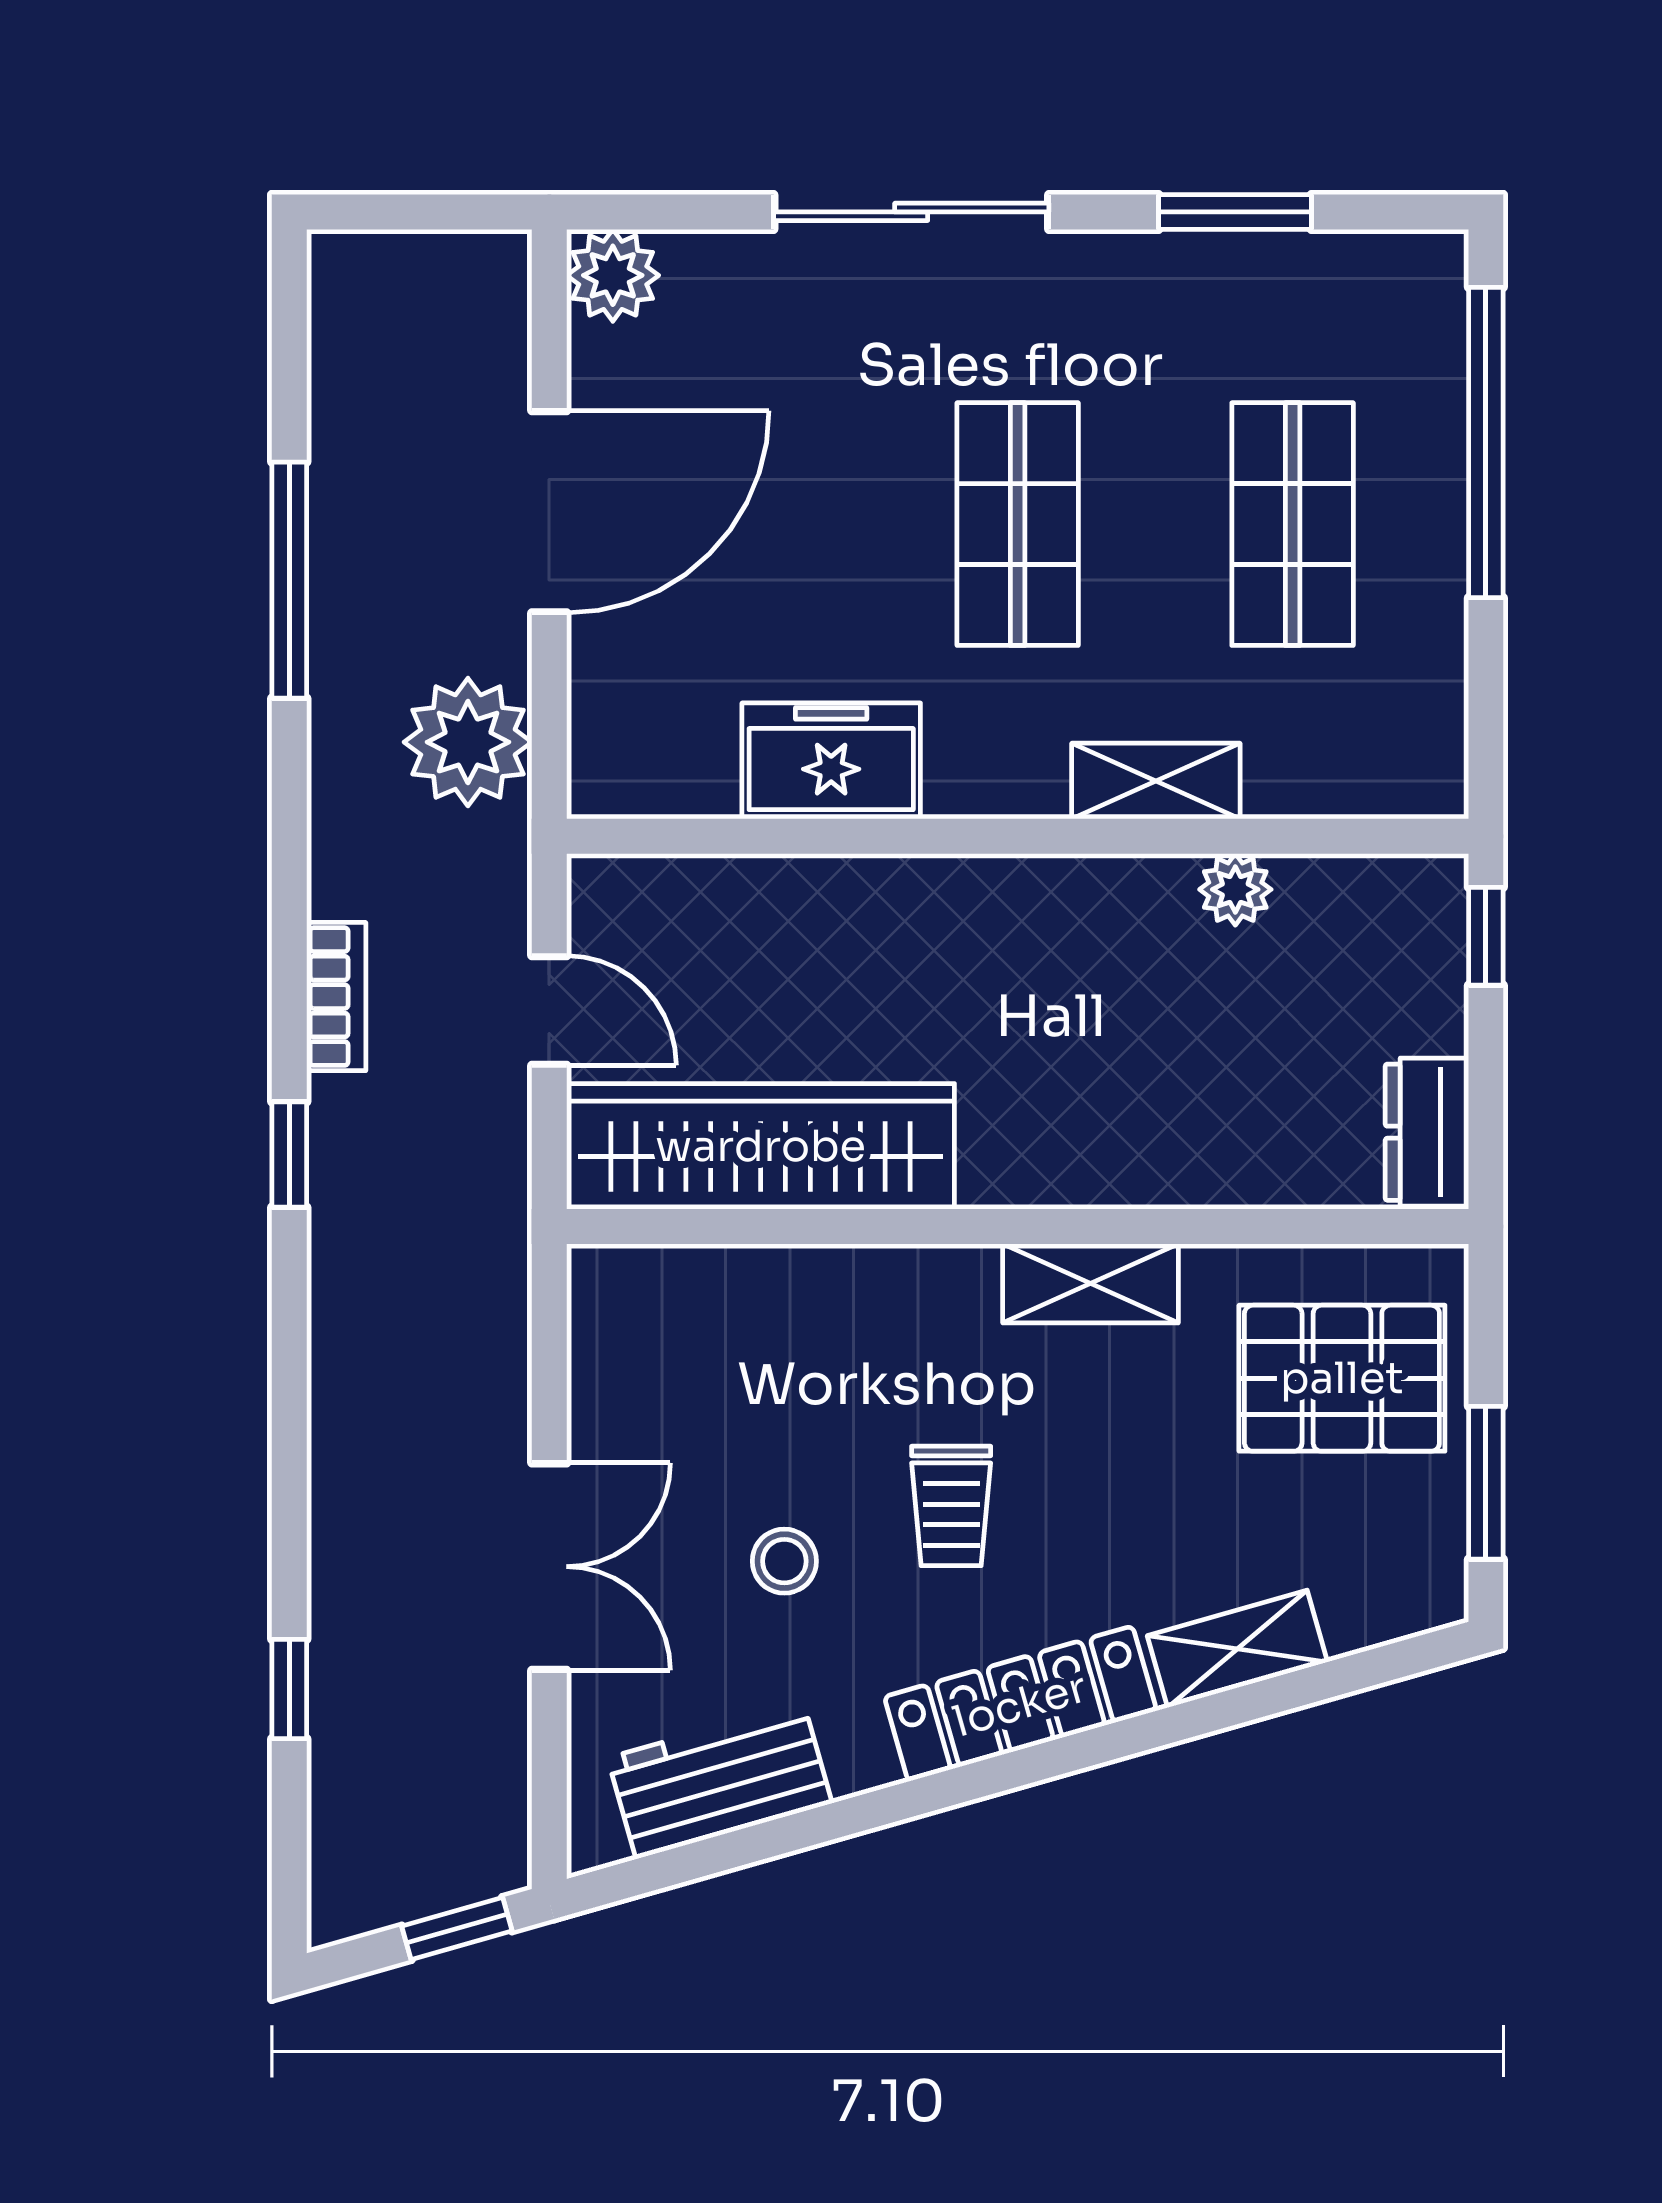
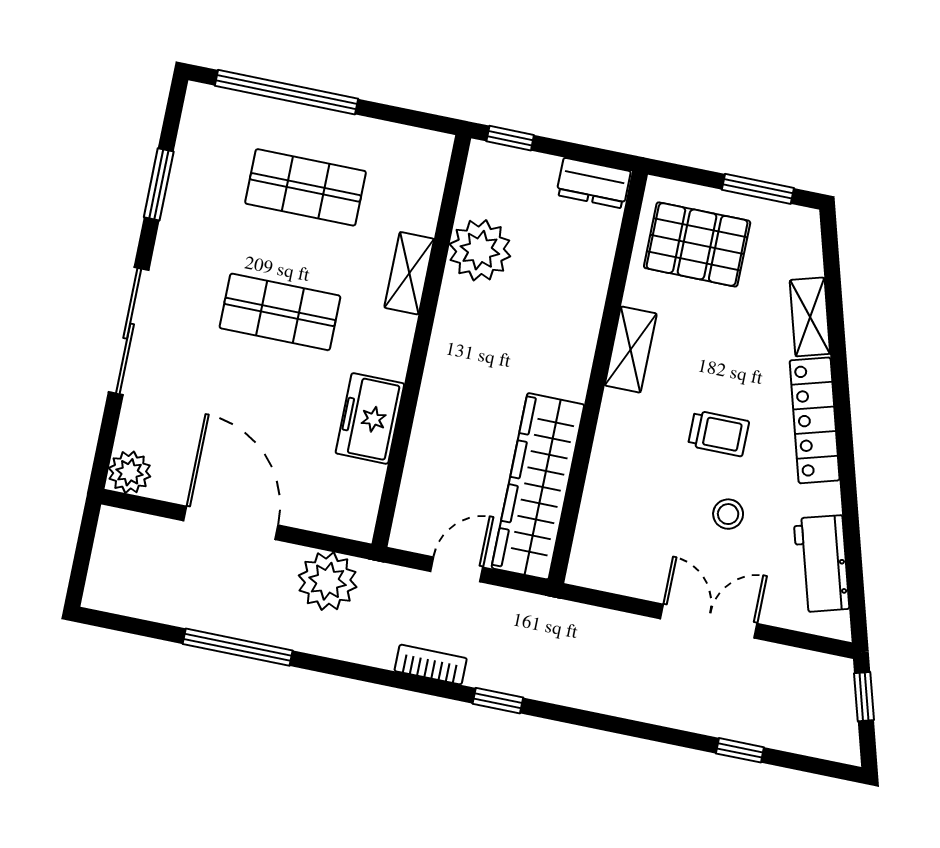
plant: (1235, 889) -> (480, 250), width x1.88, depth x1.88
pallet: (1342, 1378) -> (697, 244), turned 90

